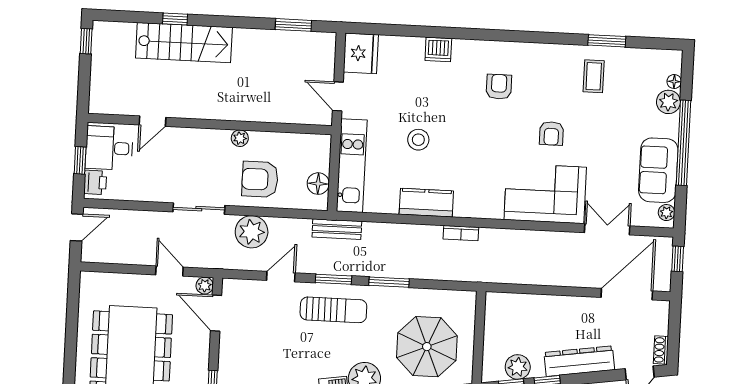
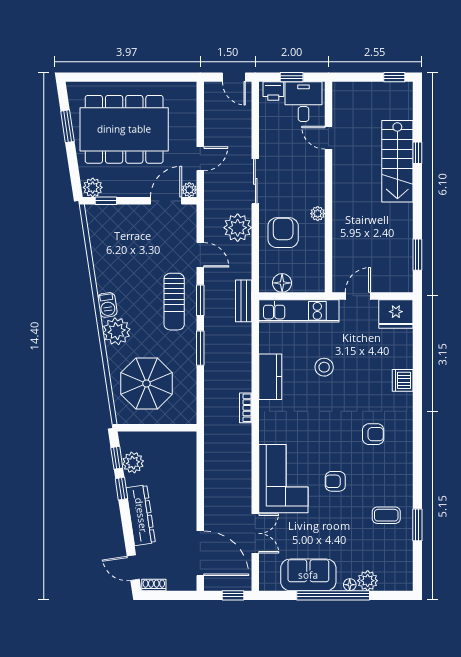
floor lamp: (674, 82) -> (350, 585), moved
plant: (667, 213) -> (272, 584), removed

